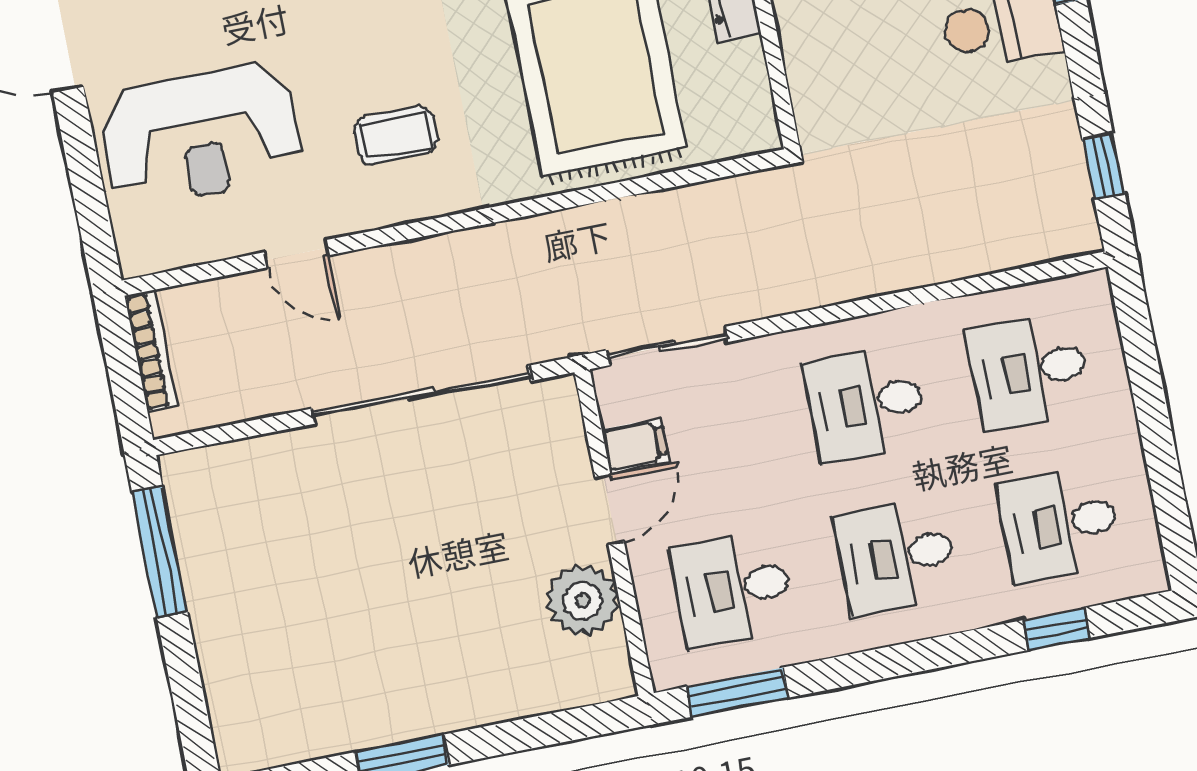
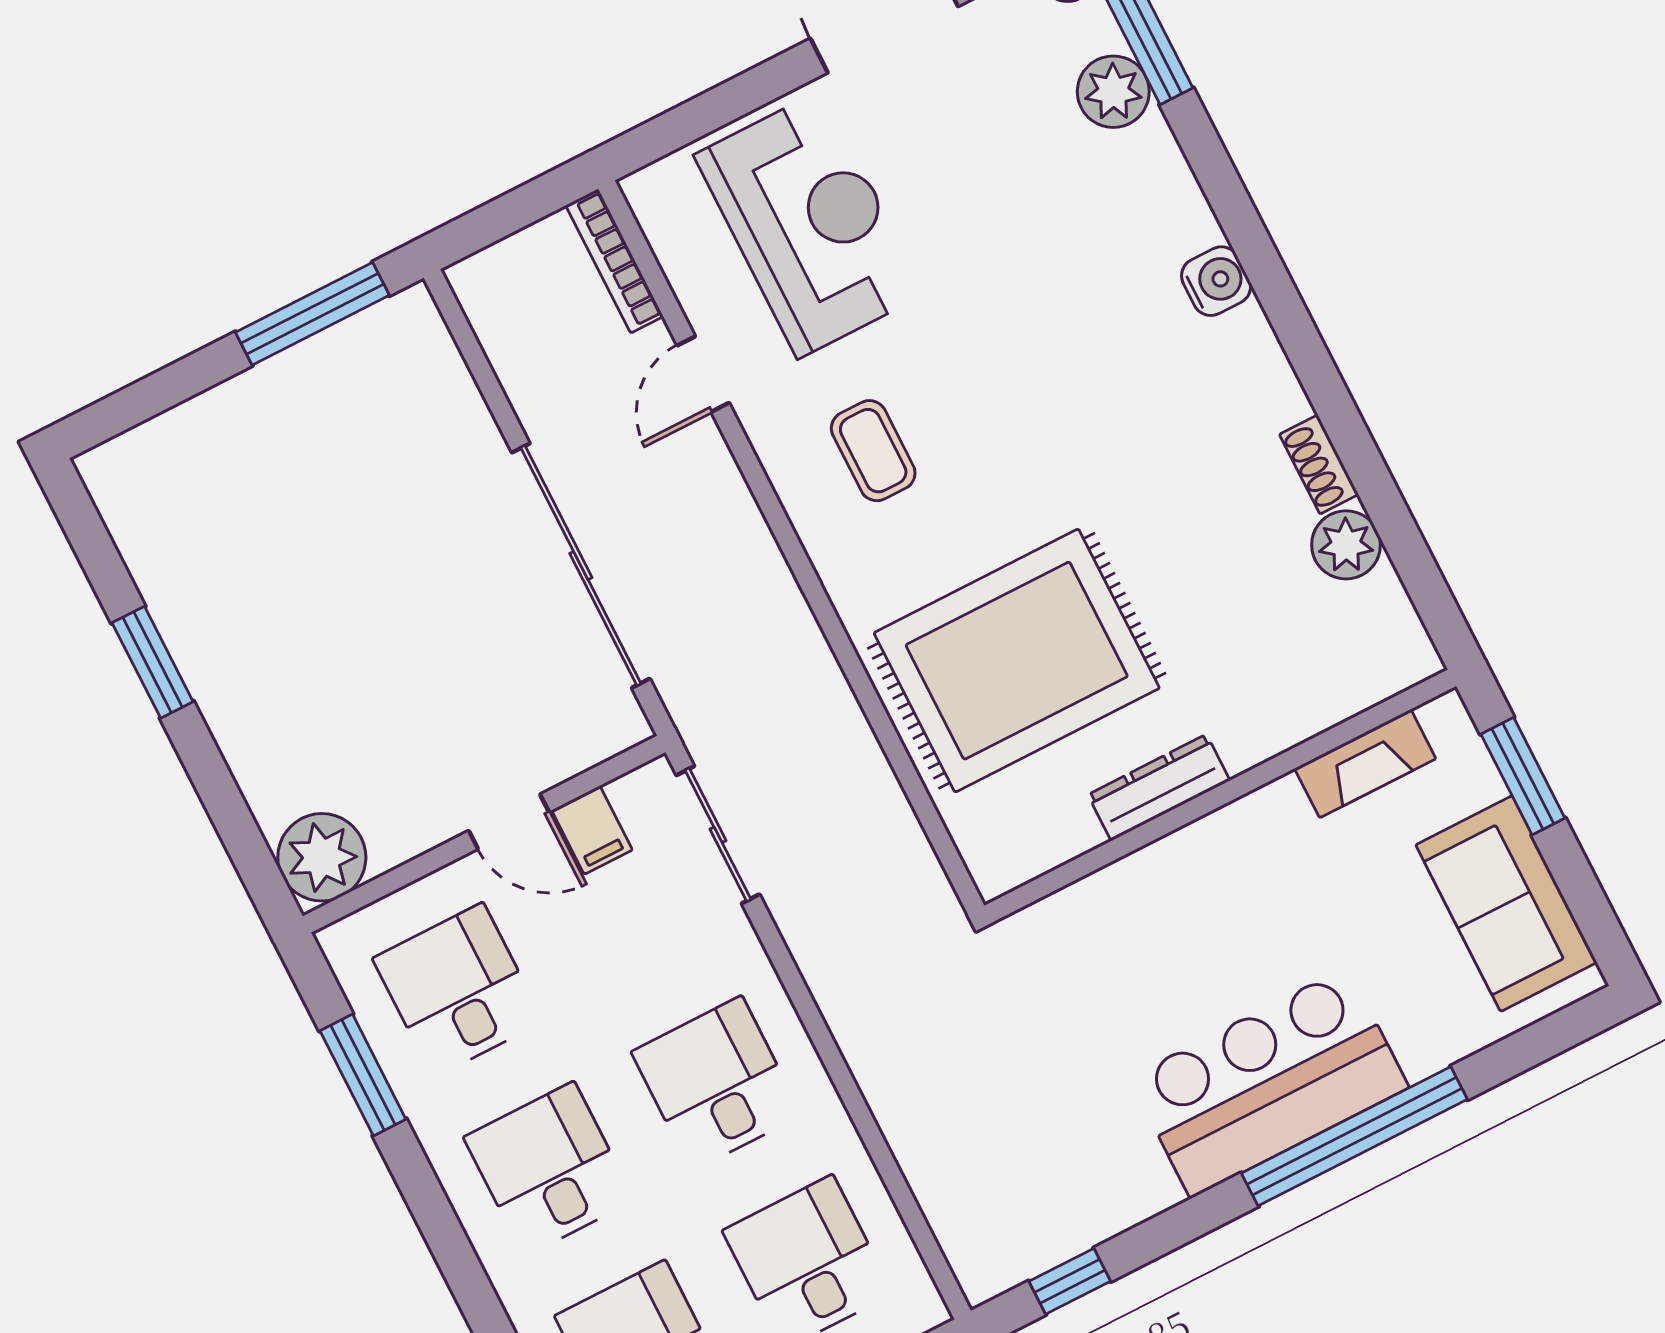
reception desk: (201, 135) -> (810, 225), turned 180
bookcase: (151, 351) -> (615, 261), moved, turned 90
plant: (583, 601) -> (322, 857), moved
window: (737, 692) -> (363, 1075), moved

